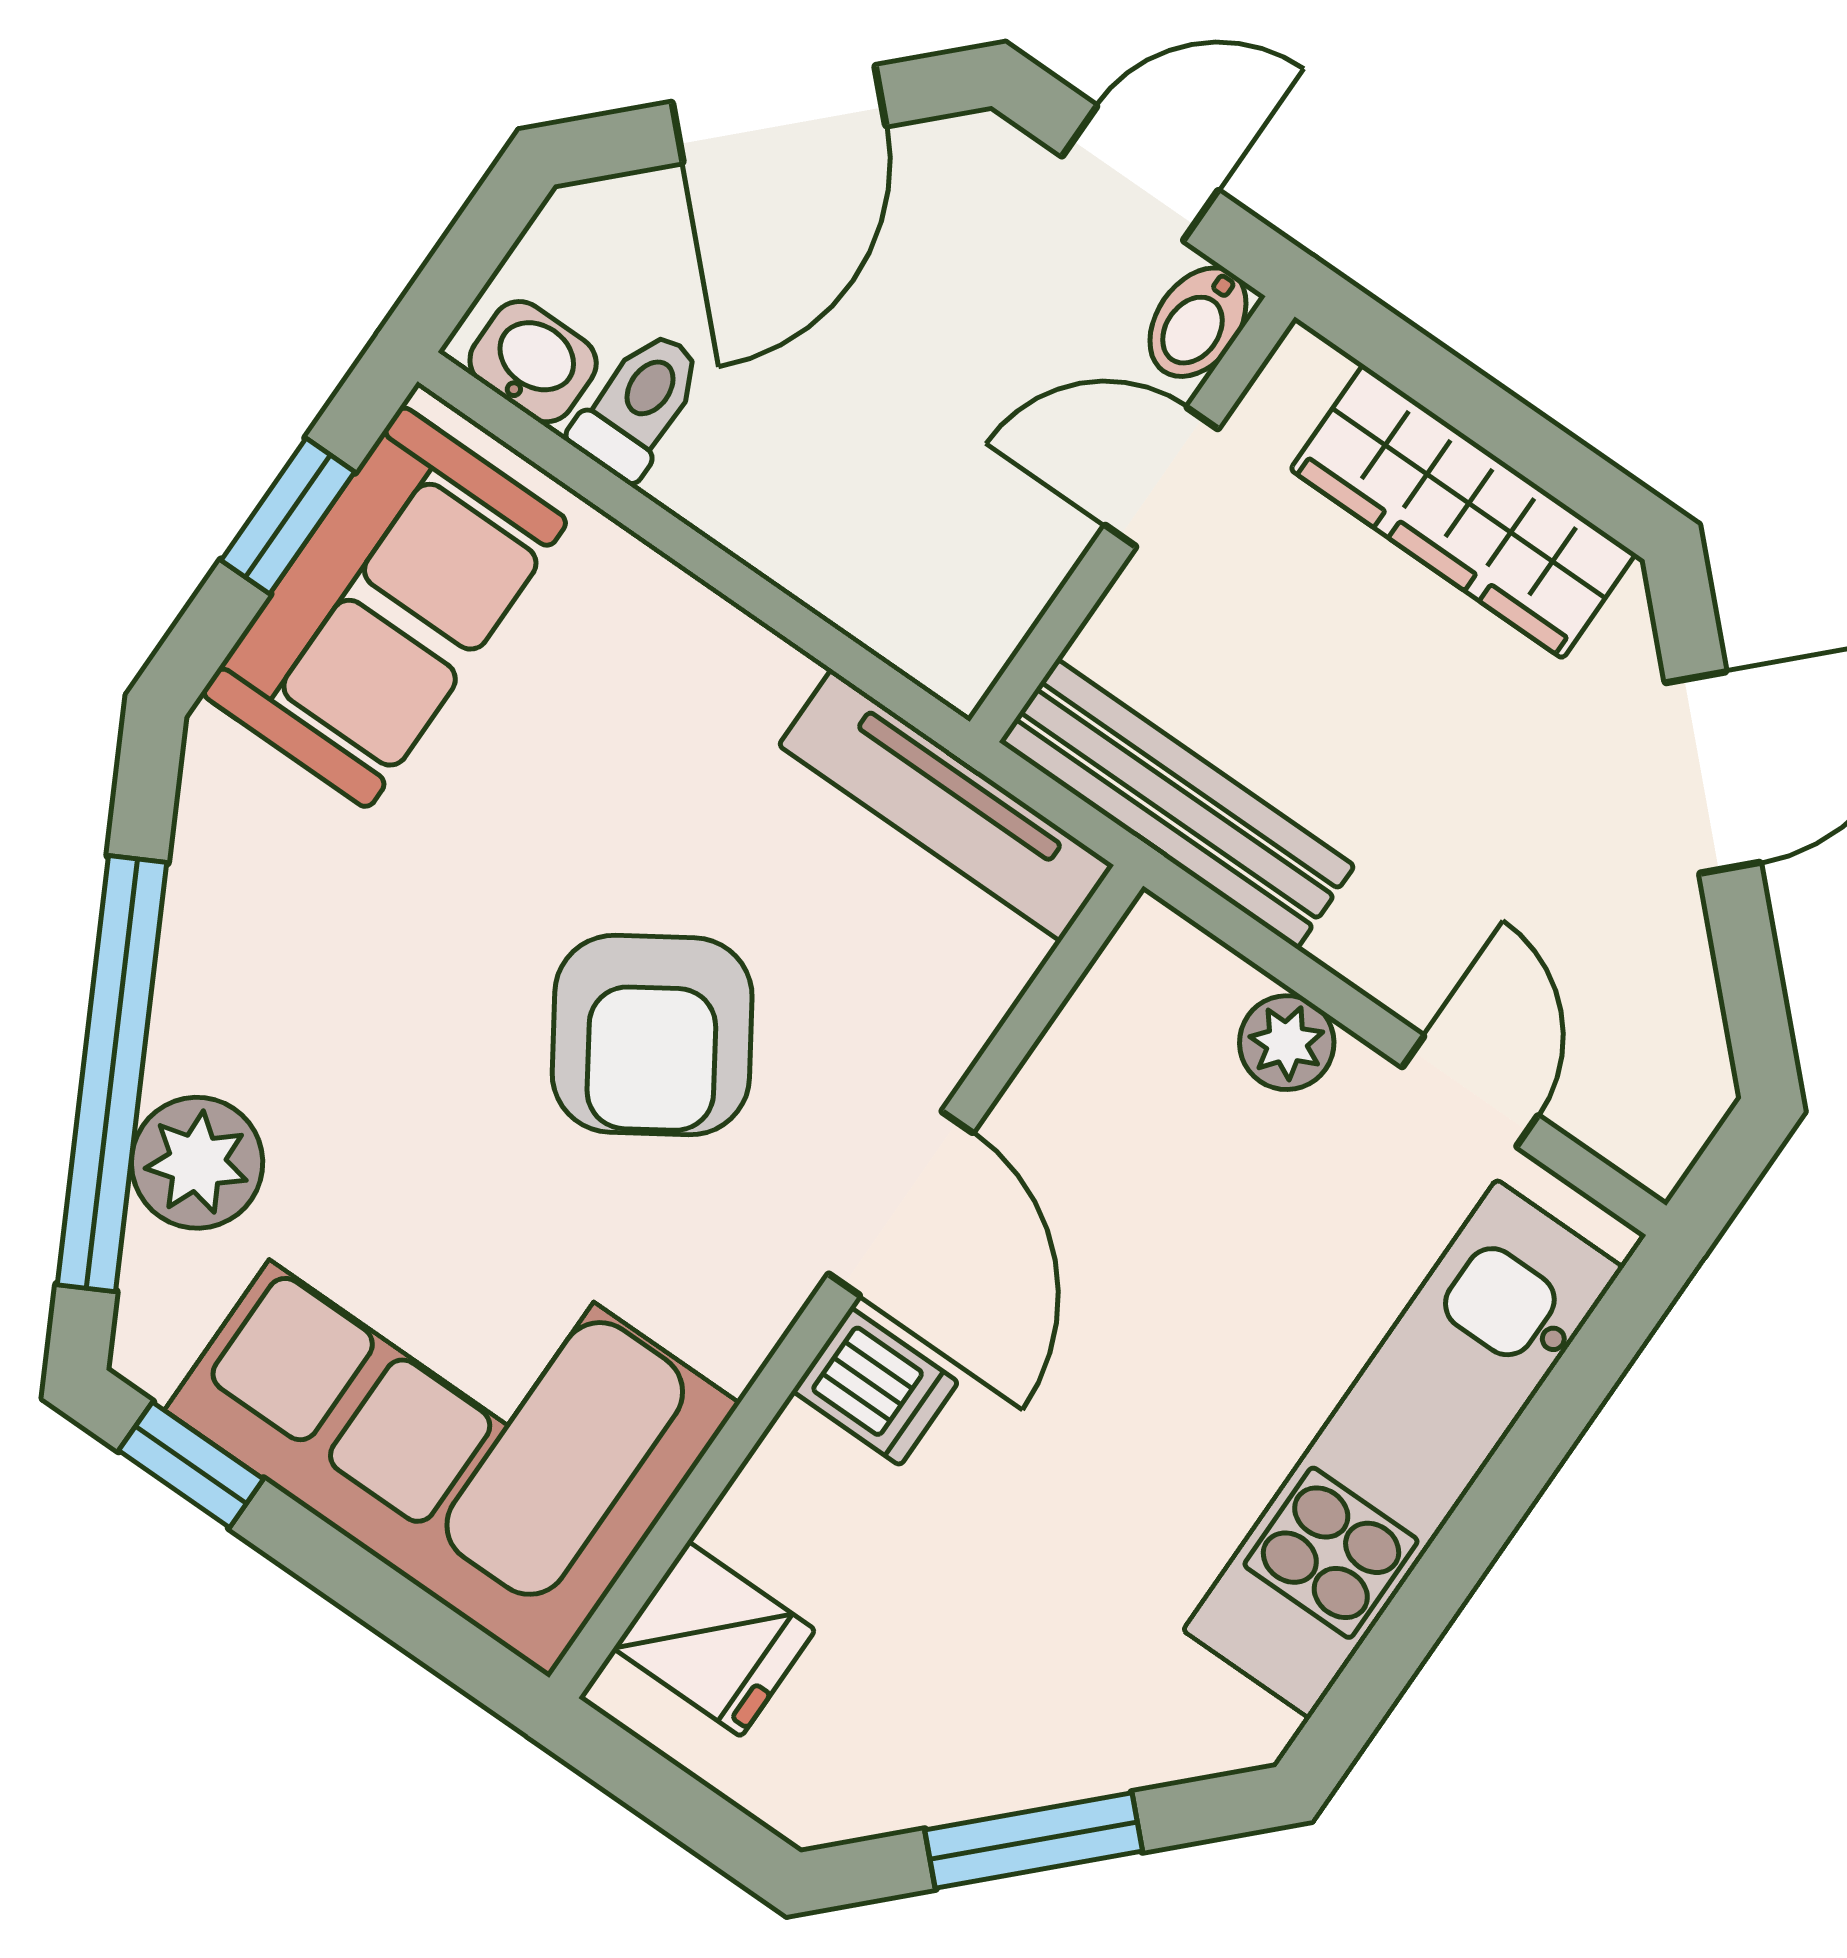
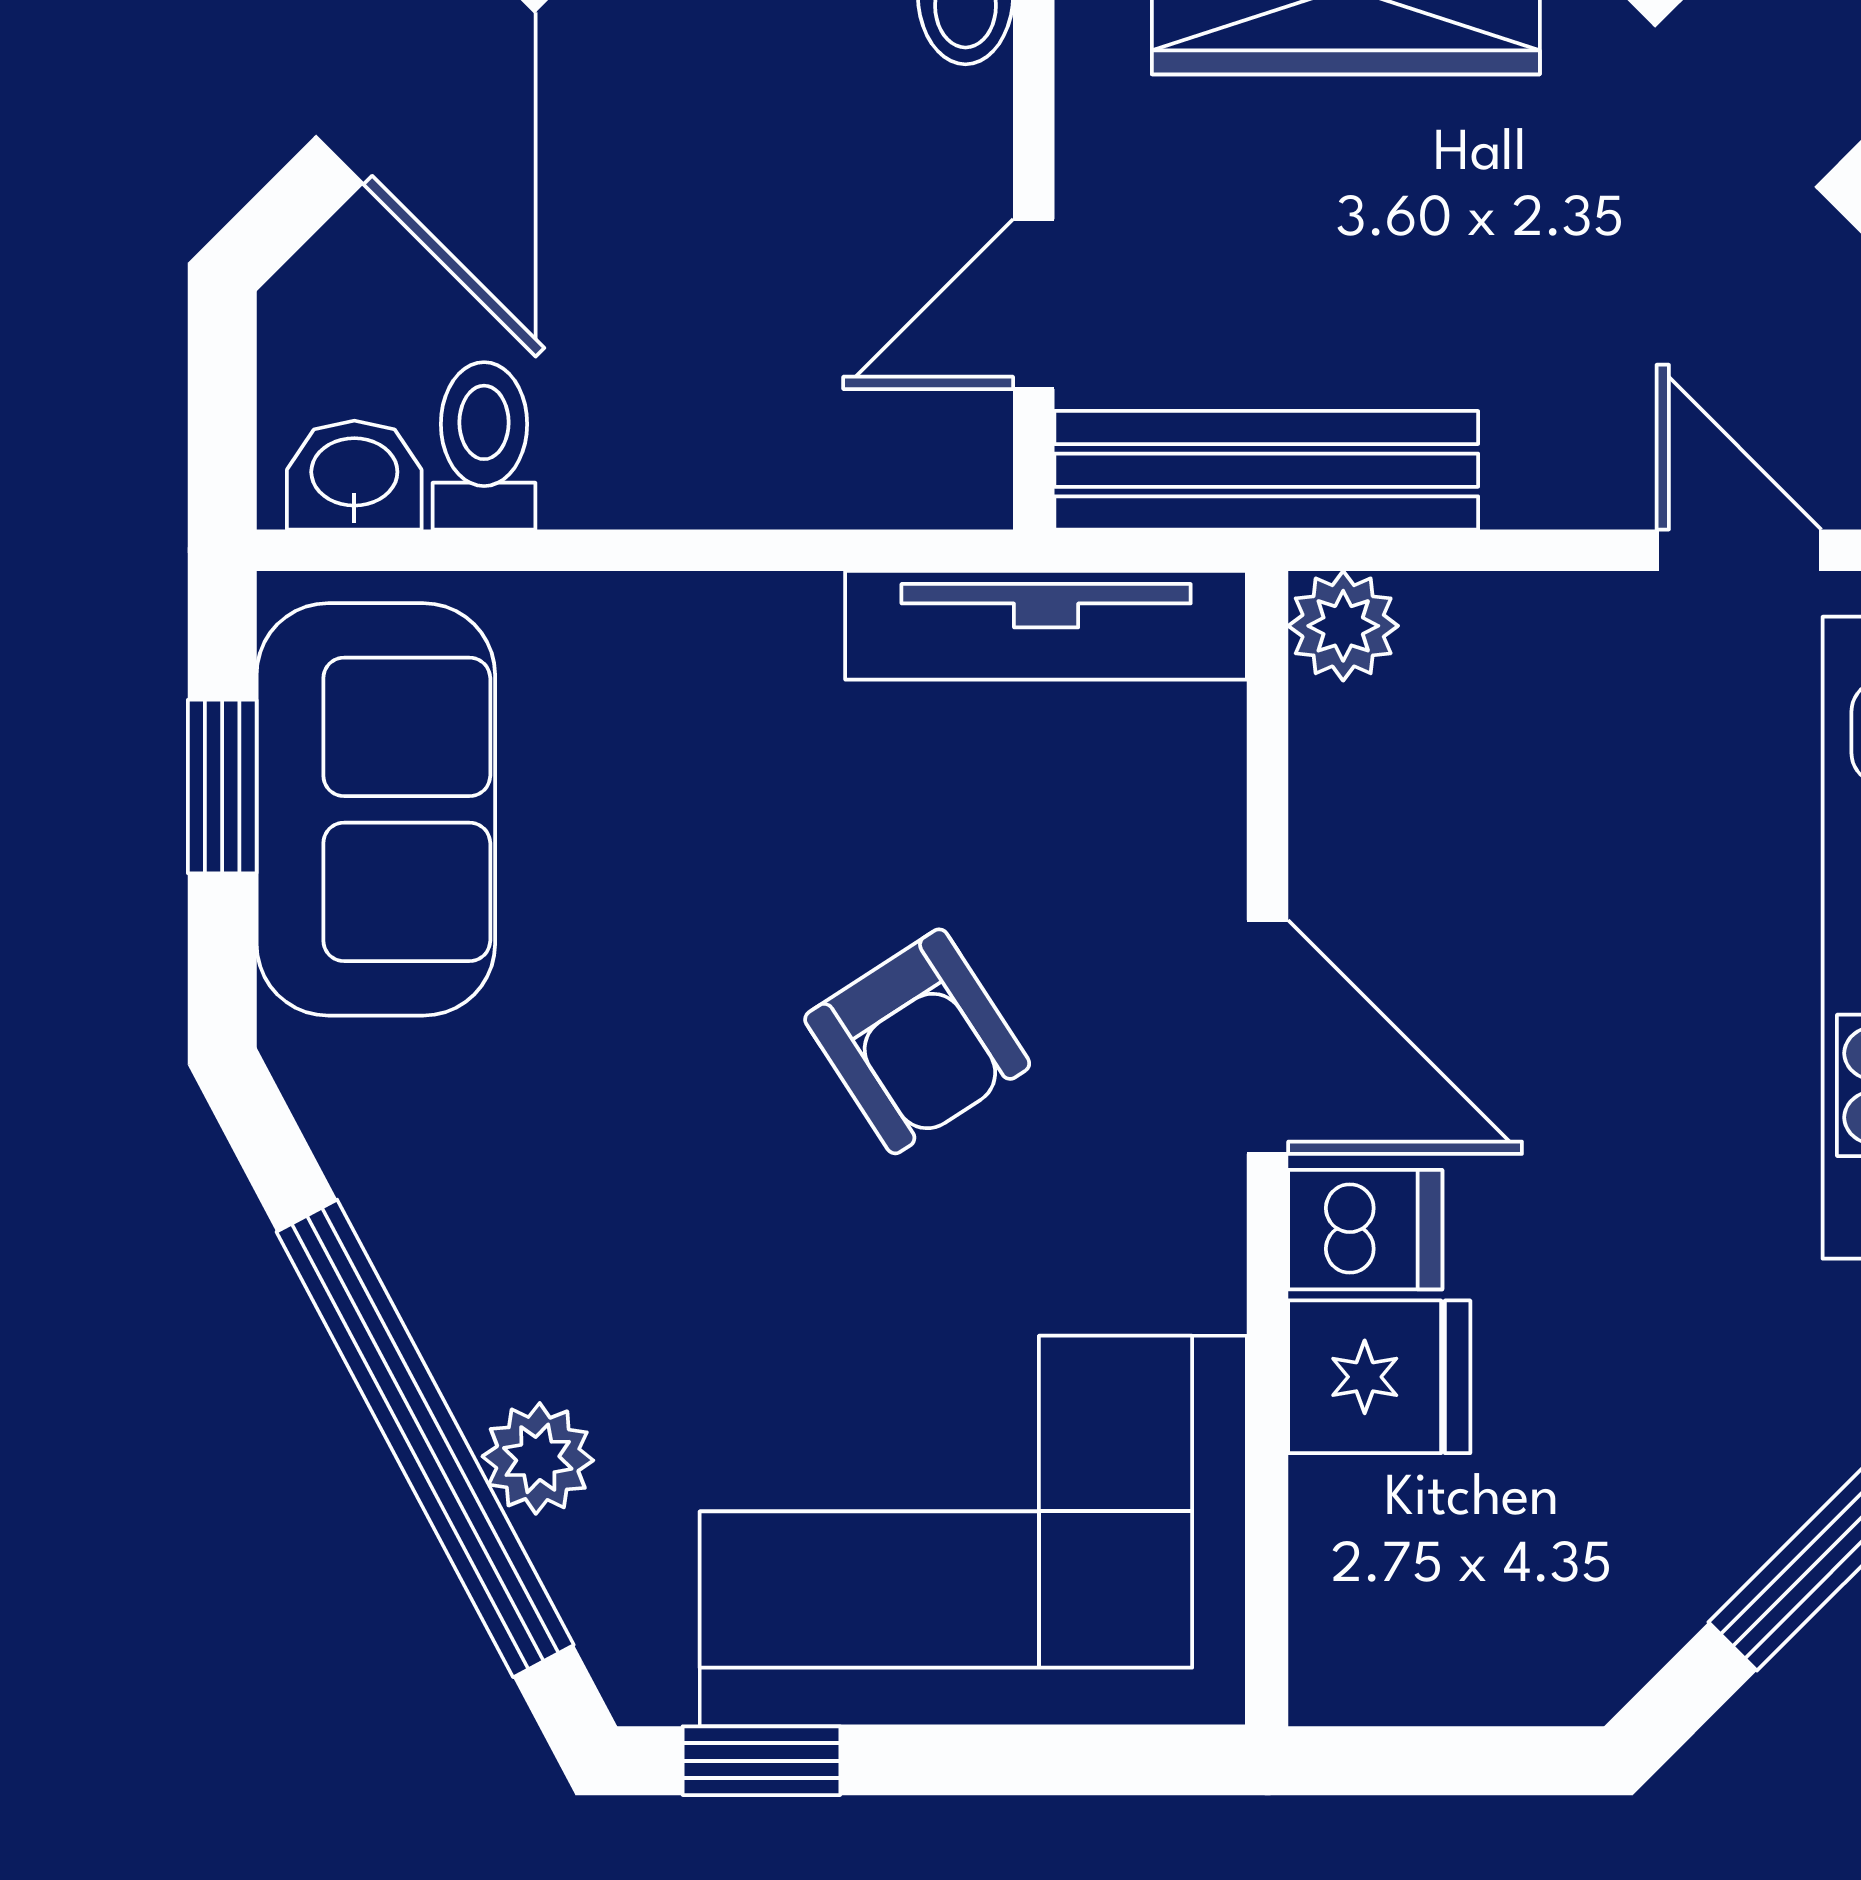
door: (1161, 477) -> (1034, 304), moved
armchair: (652, 1035) -> (917, 1041), width x0.72, depth x0.72
plant: (1287, 1043) -> (1343, 626), moved
plant: (197, 1163) -> (538, 1458), width x0.73, depth x0.73
fridge: (714, 1639) -> (1379, 1377), moved

